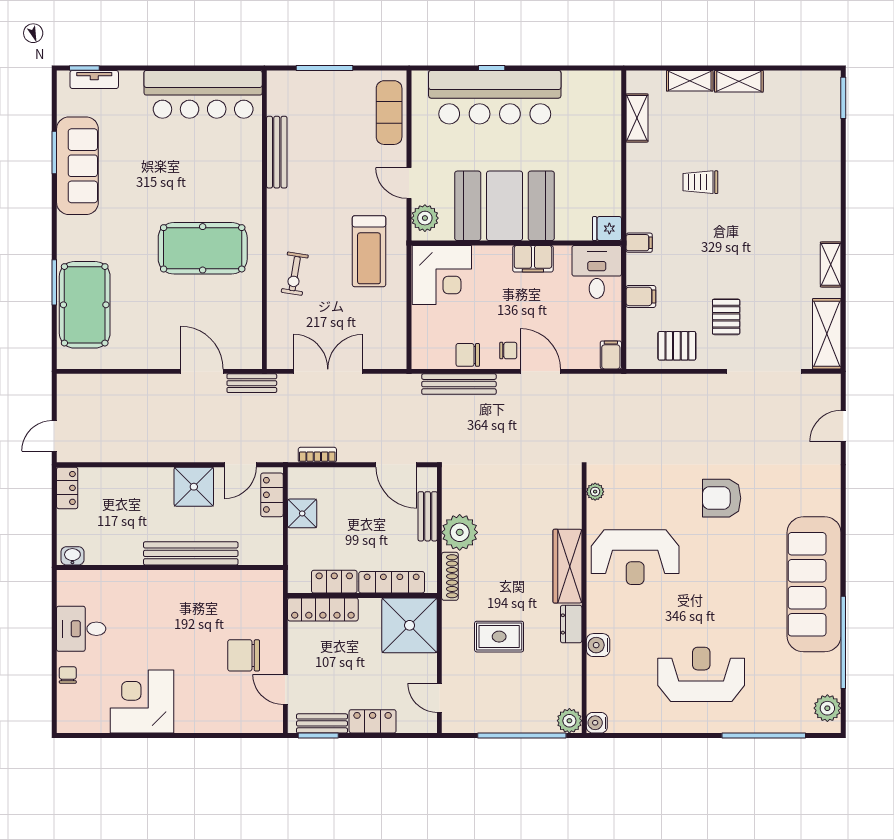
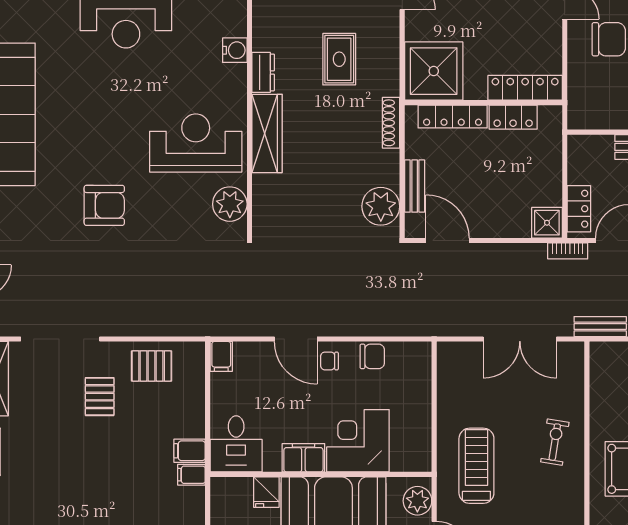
fridge: (607, 229) -> (266, 492), moved, turned 90
corner desk: (442, 275) -> (358, 441), moved
filing cabinet: (641, 296) -> (190, 451), moved
bench: (459, 384) -> (382, 326), removed
bookcase: (317, 455) -> (568, 251), moved
plant: (595, 492) -> (230, 204), width x1.87, depth x1.87
shower: (302, 513) -> (547, 223), moved
plant: (460, 532) -> (381, 206), moved
rug: (499, 637) -> (339, 59), turned 90

